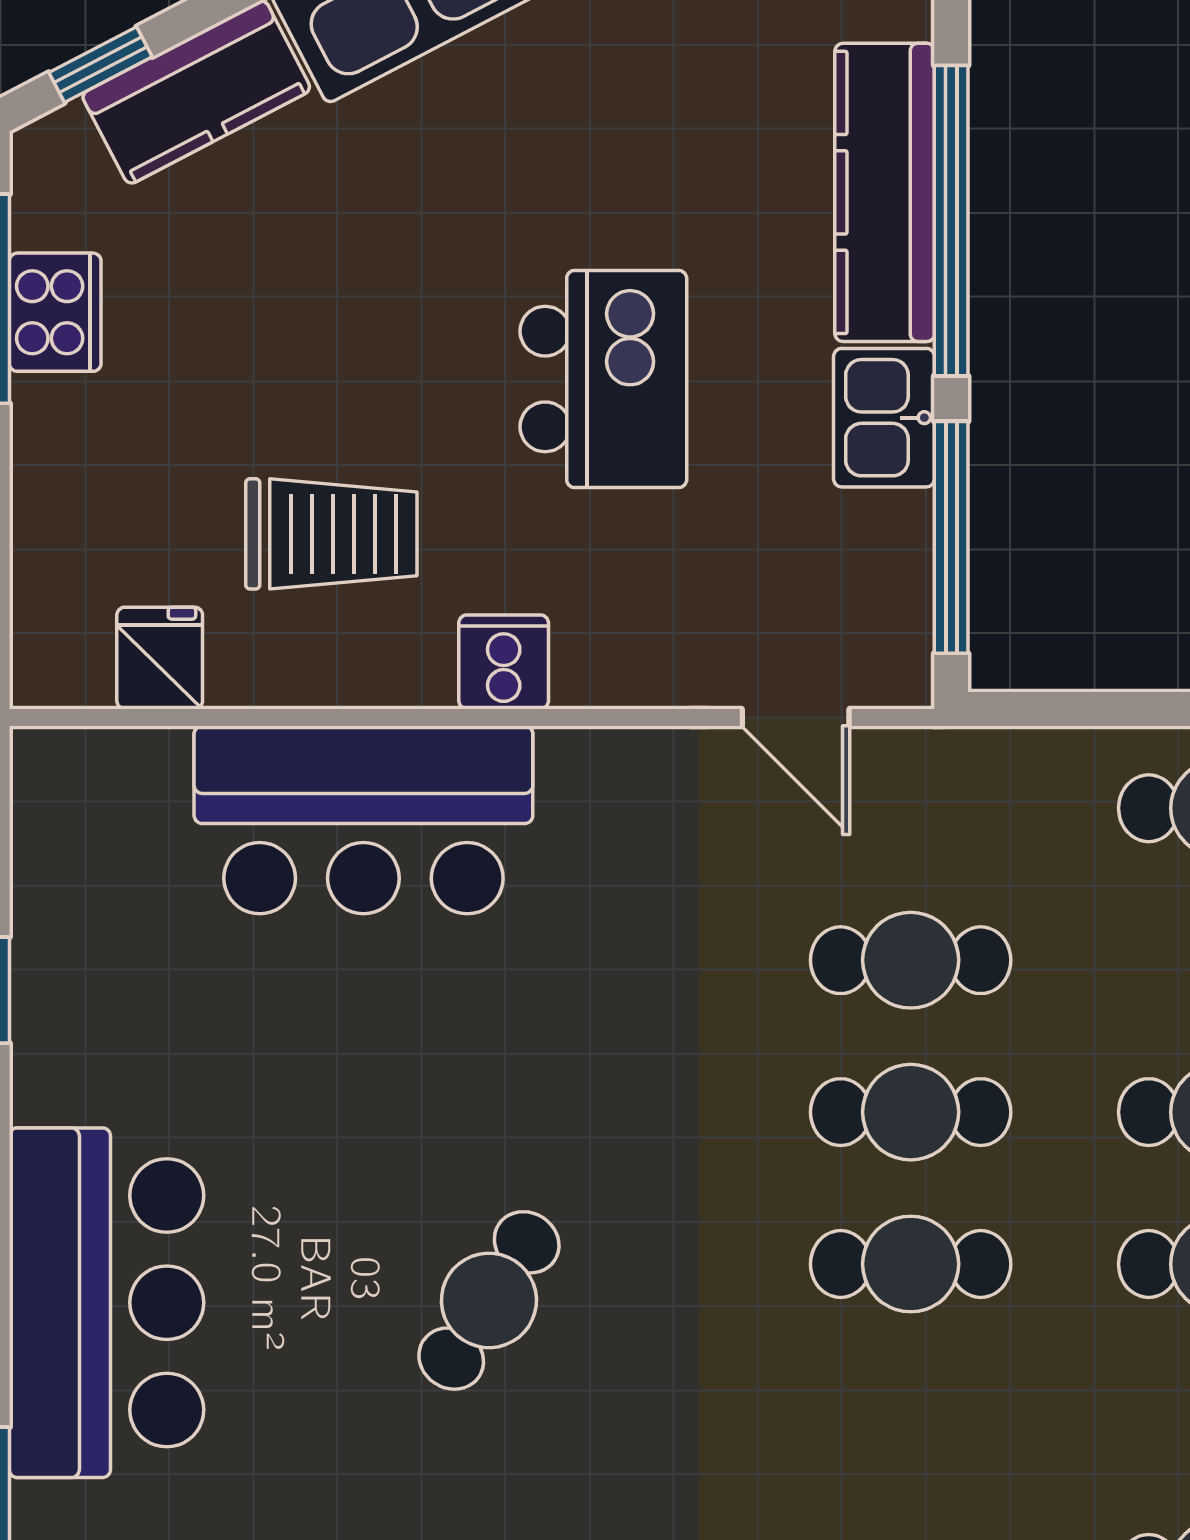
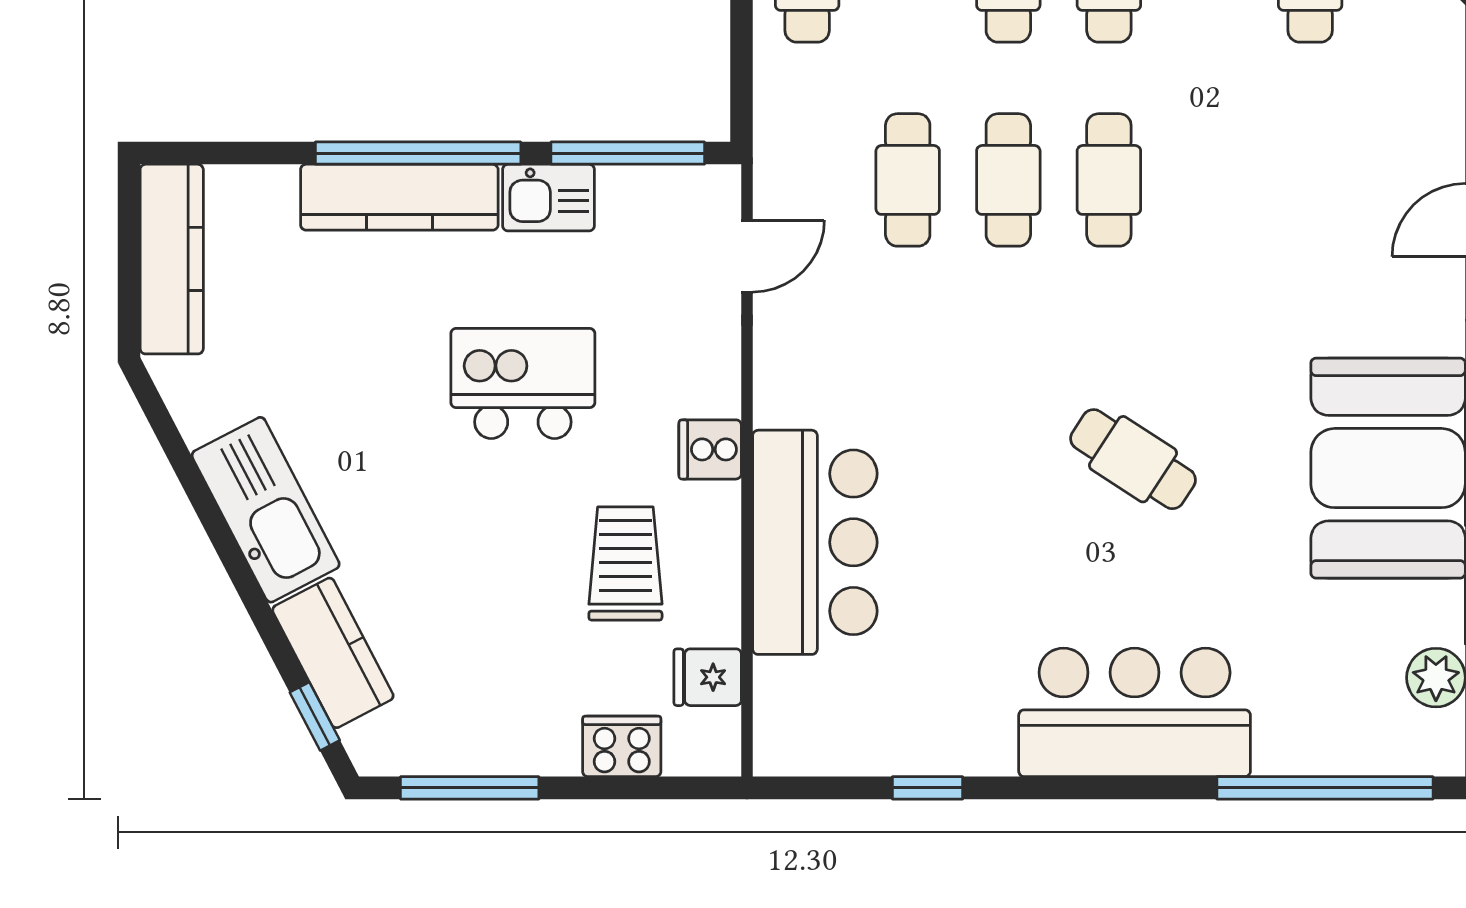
cooker: (55, 312) -> (622, 746), moved

